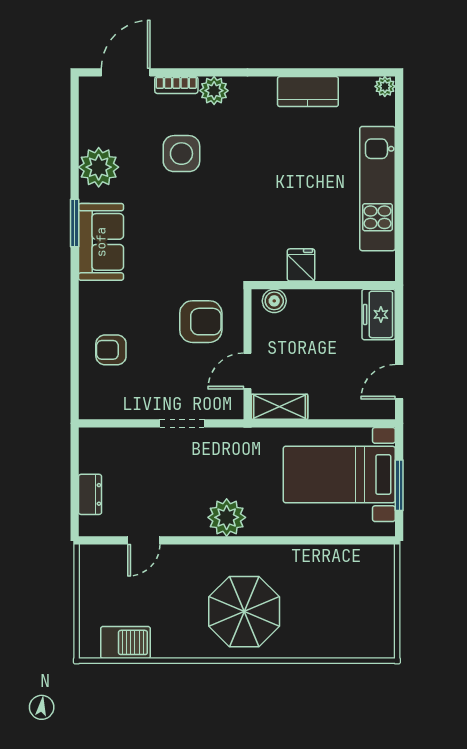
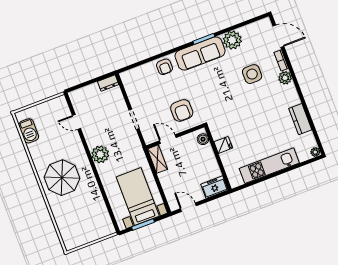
sofa: (101, 242) -> (200, 54), width x1.36
armchair: (111, 350) -> (164, 67), moved, turned 180
dresser: (90, 494) -> (108, 83), moved

